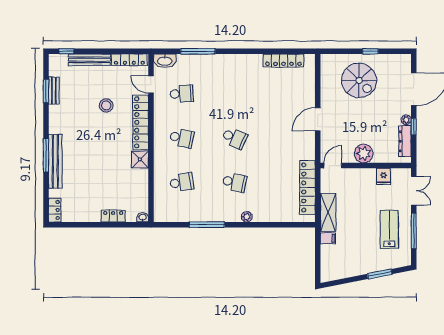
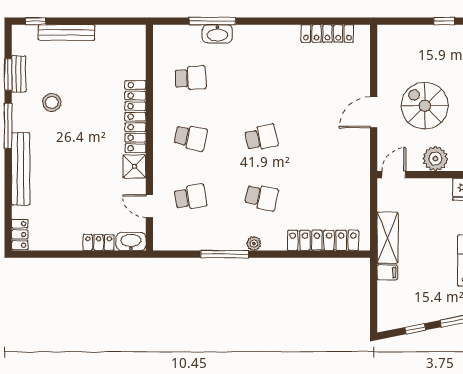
locker: (129, 60) -> (120, 33), removed
washbasin: (165, 61) -> (217, 34), moved
spiral stairs: (359, 80) -> (425, 106), moved, turned 180
door: (151, 85) -> (149, 206), moved
stool: (106, 105) -> (52, 102), moved
school desk: (234, 138) -> (262, 138), turned -36
window: (46, 155) -> (8, 126), moved
locker: (308, 187) -> (323, 240), moved, turned 90
washbasin: (143, 217) -> (131, 242), width x1.91, depth x1.45
plant: (247, 217) -> (254, 244), moved
window: (349, 280) -> (415, 329), added

